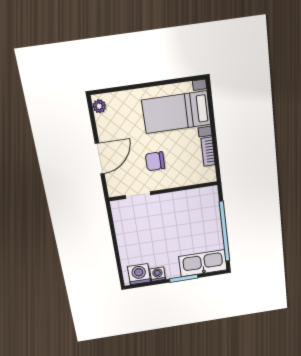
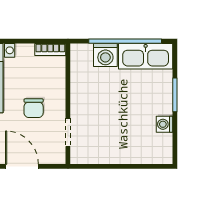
bookcase: (208, 152) -> (50, 49), moved
kitchen sink: (203, 263) -> (146, 56), moved, turned -90
washing machine: (139, 274) -> (105, 55), moved, turned -90

